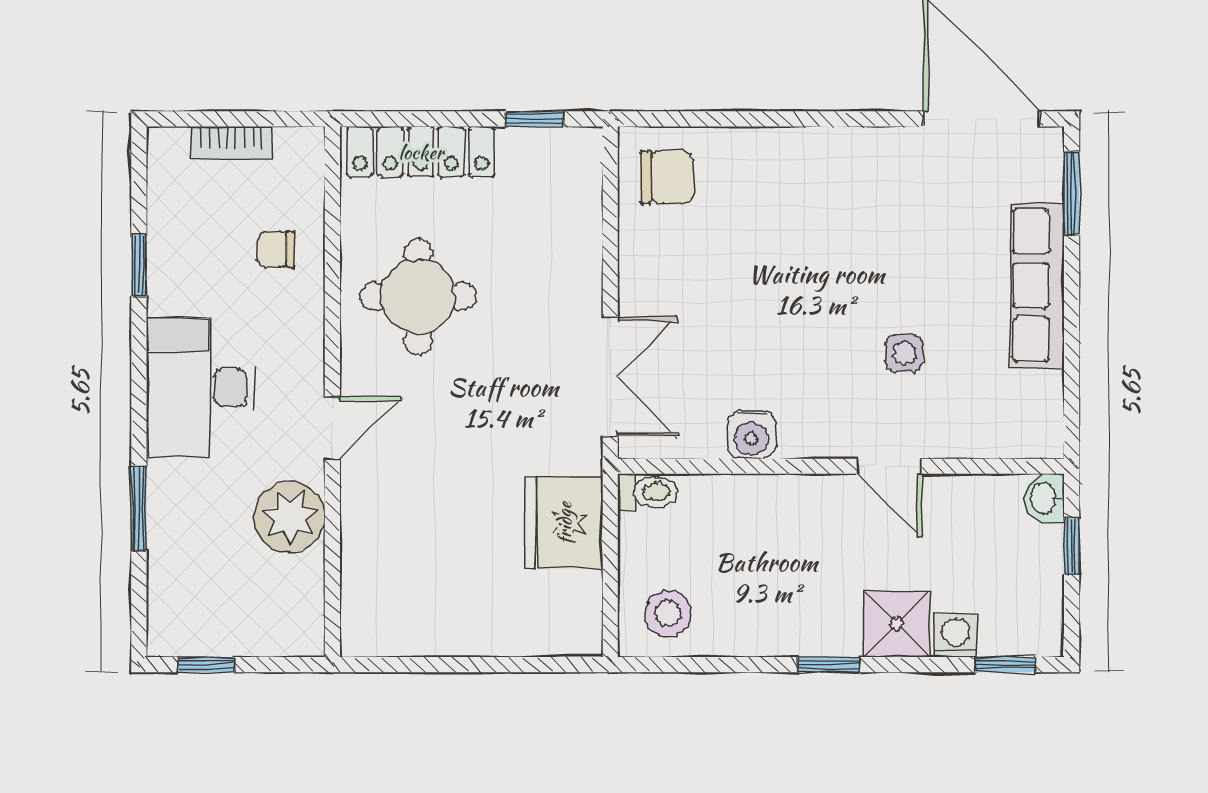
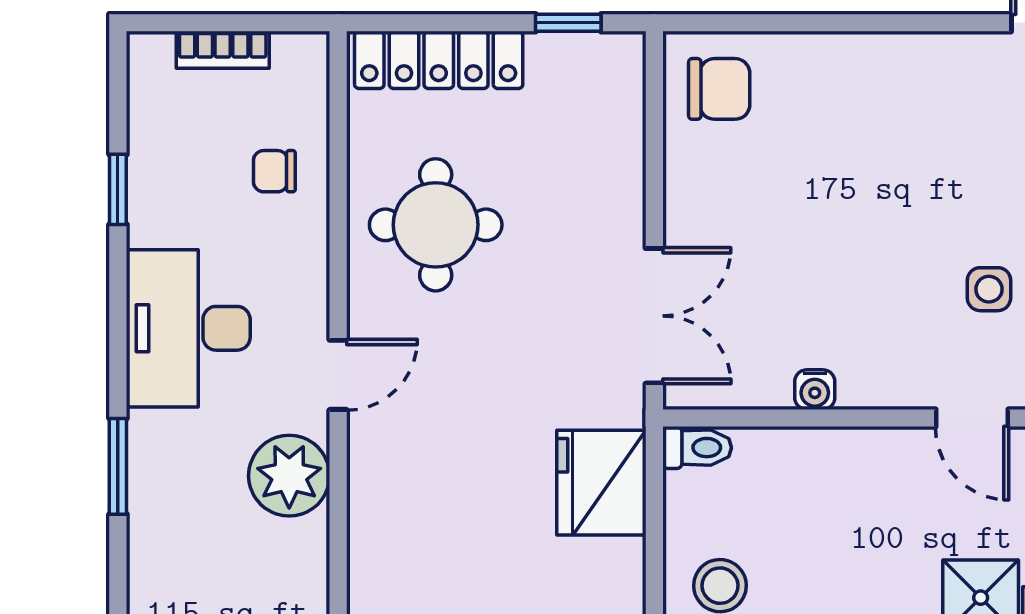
water cooler: (751, 435) -> (815, 390), width x0.72, depth x0.72

